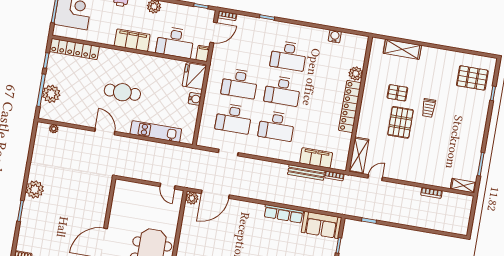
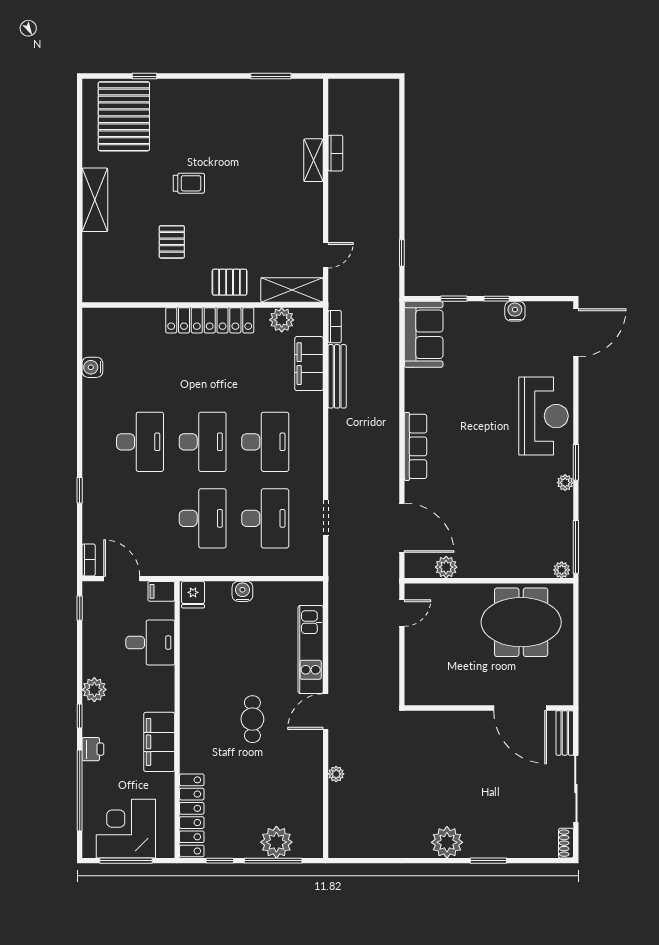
filing cabinet: (132, 40) -> (159, 742), moved
desk: (175, 42) -> (150, 643), width x0.73
shelving: (402, 49) -> (95, 200), moved
plant: (356, 74) -> (282, 320), moved
fridge: (194, 76) -> (193, 595), width x0.53, depth x0.75
pallet: (472, 78) -> (124, 116), width x1.37, depth x1.41
cafe table: (122, 92) -> (252, 719), width x0.73, depth x0.74
pallet: (400, 122) -> (230, 282), moved, width x0.67, depth x0.71
plant: (54, 129) -> (336, 774), moved
door: (105, 131) -> (326, 712), moved
door: (375, 178) -> (326, 255), swing flipped
shelving: (463, 186) -> (313, 160), moved
plant: (192, 198) -> (446, 567), moved
row of seats: (284, 214) -> (416, 446), moved

